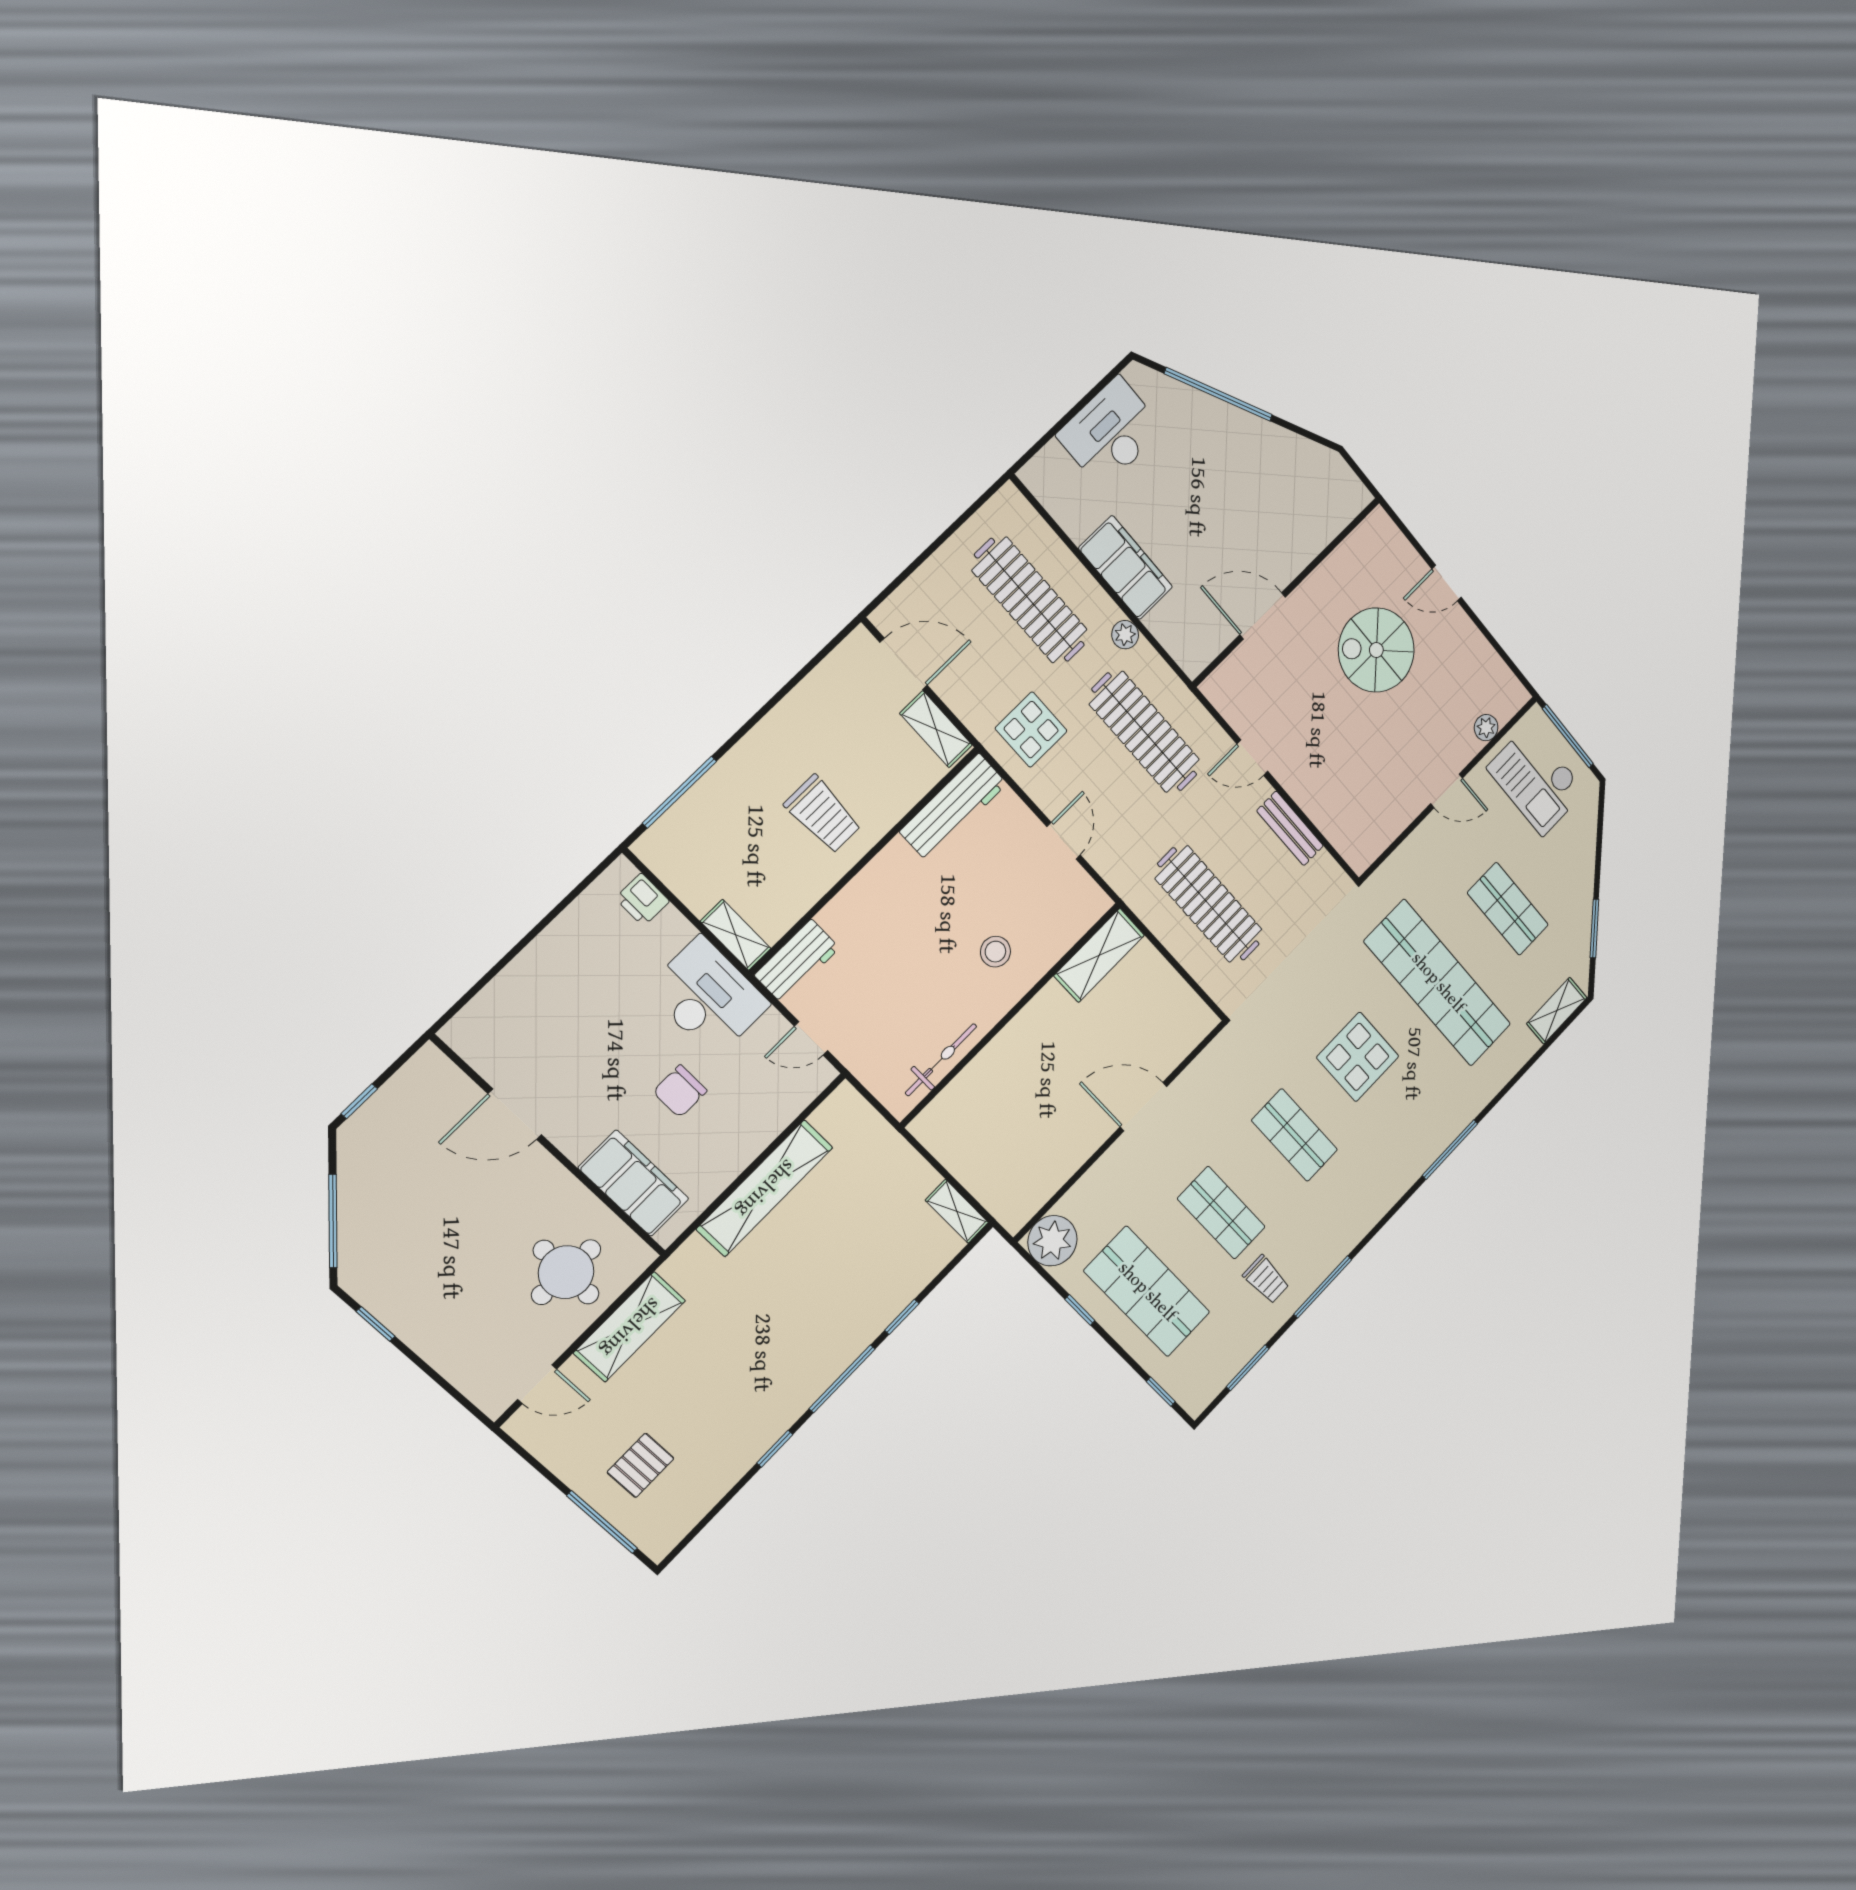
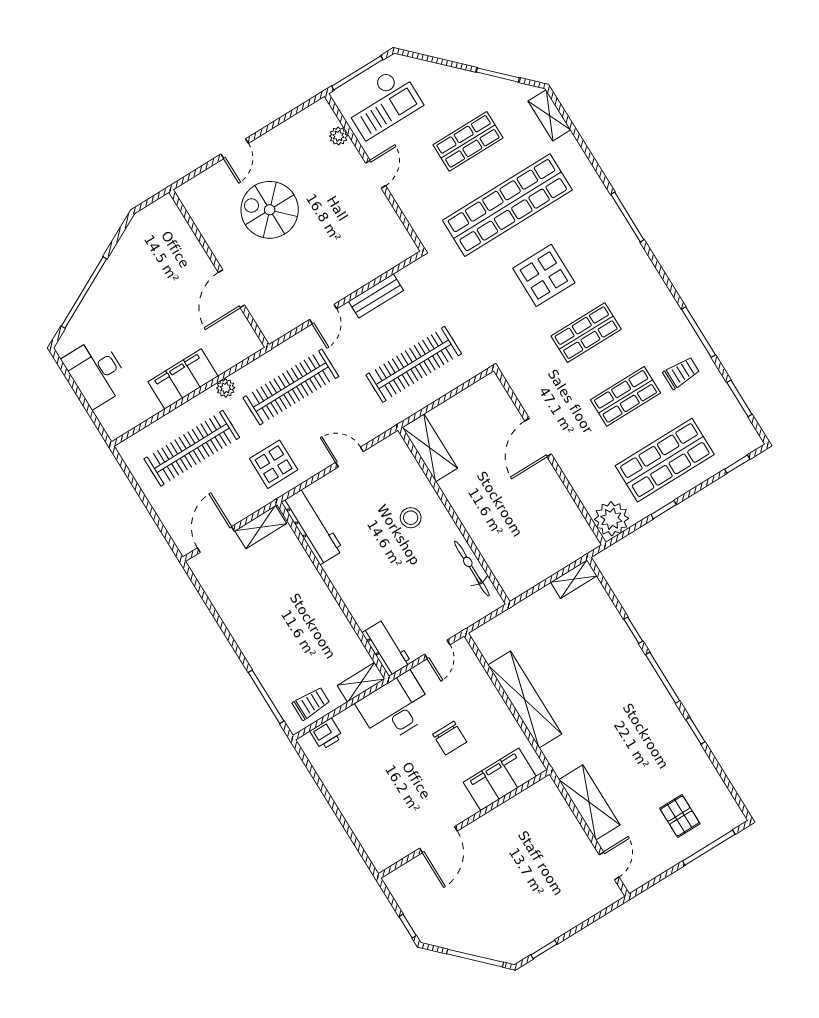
spiral stairs: (1376, 650) -> (270, 210), turned 90
trolley: (823, 814) -> (311, 703), moved, width x0.73, depth x0.72
round table: (566, 1272) -> (544, 832), removed

